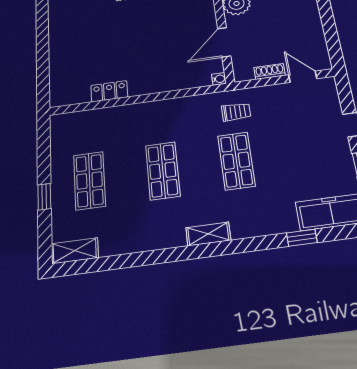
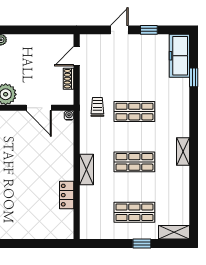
shelving: (146, 110) -> (86, 170), added
shelving: (208, 234) -> (183, 152), moved
shelving: (75, 251) -> (174, 232), moved, turned 90

